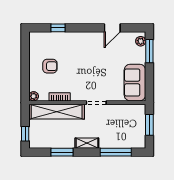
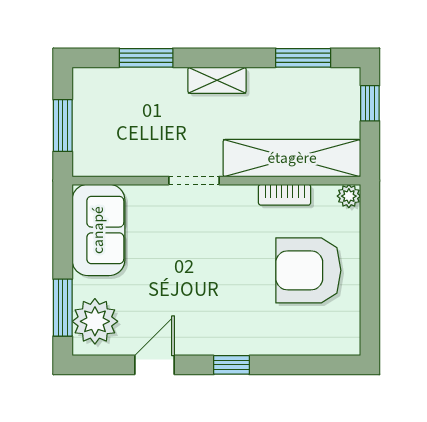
window: (58, 28) -> (231, 365), moved
plant: (141, 41) -> (95, 321), width x1.87, depth x1.87
armchair: (50, 66) -> (308, 270), width x1.88, depth x1.88
window: (62, 152) -> (303, 58), moved
window: (116, 152) -> (146, 58), width x0.69

